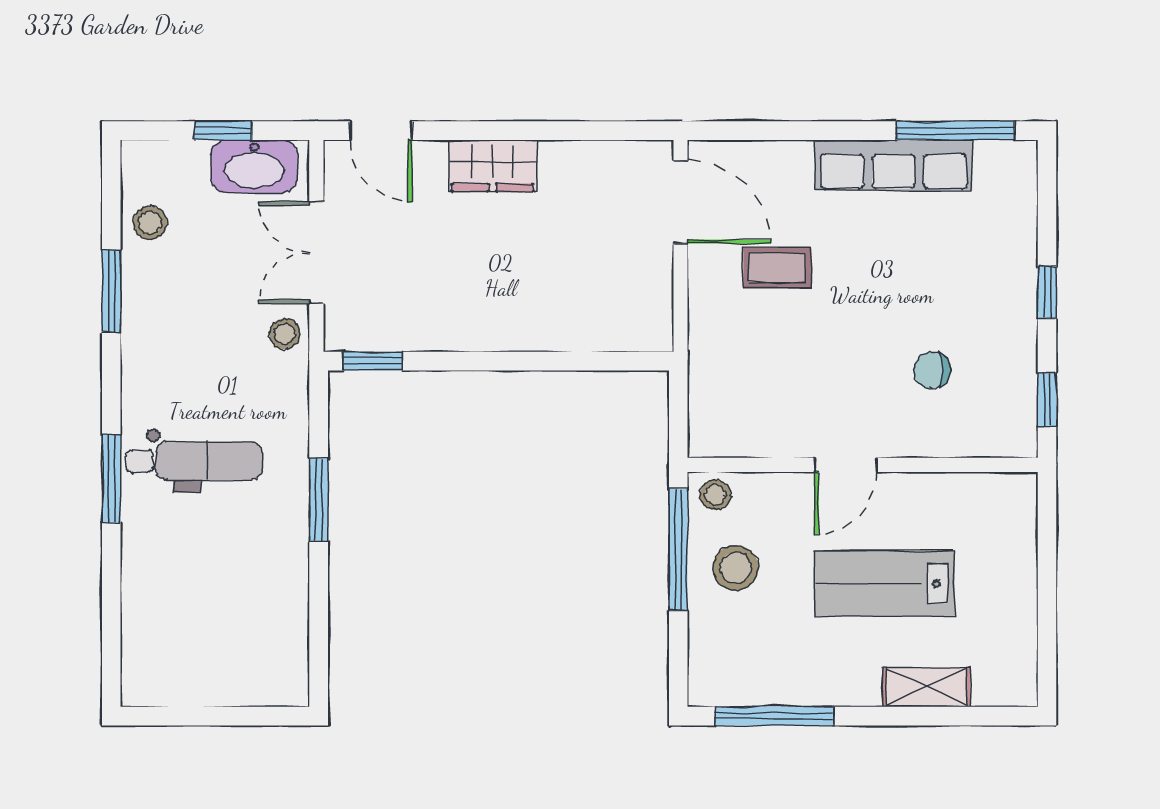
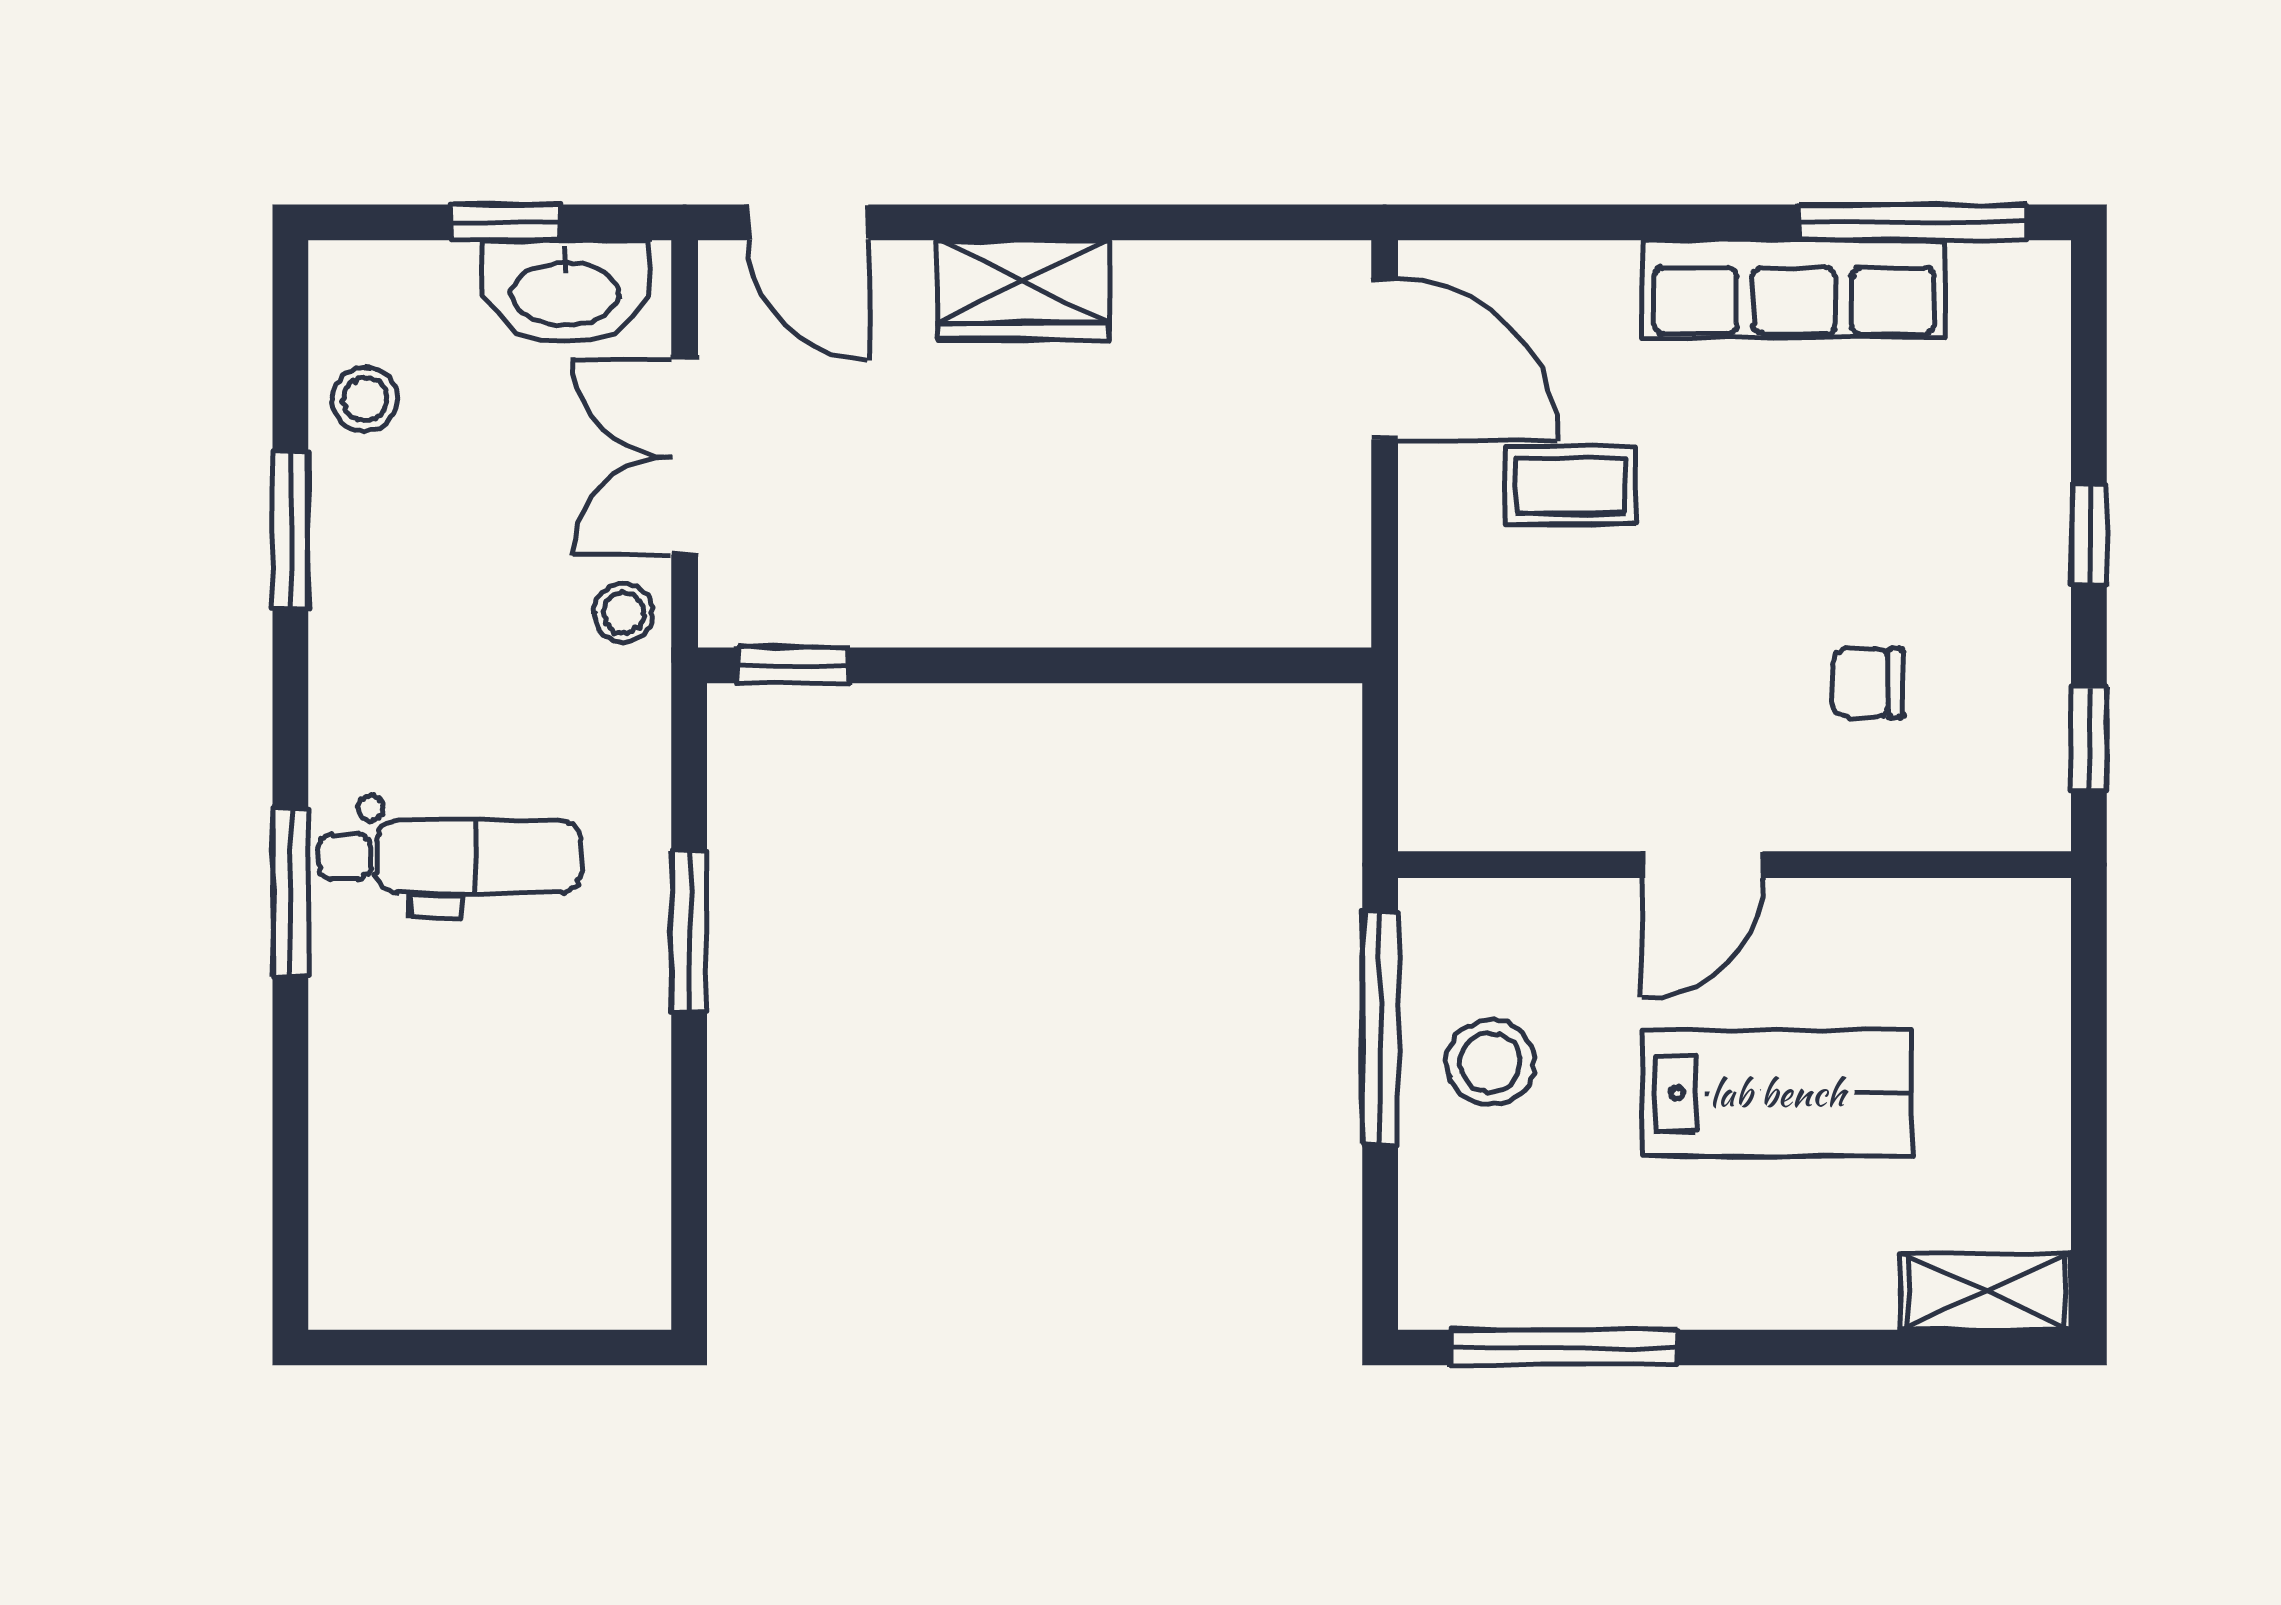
stool: (715, 495) -> (1451, 922), removed
lab bench: (884, 584) -> (1777, 1093), turned 180
shelving: (926, 687) -> (1987, 1292), moved

